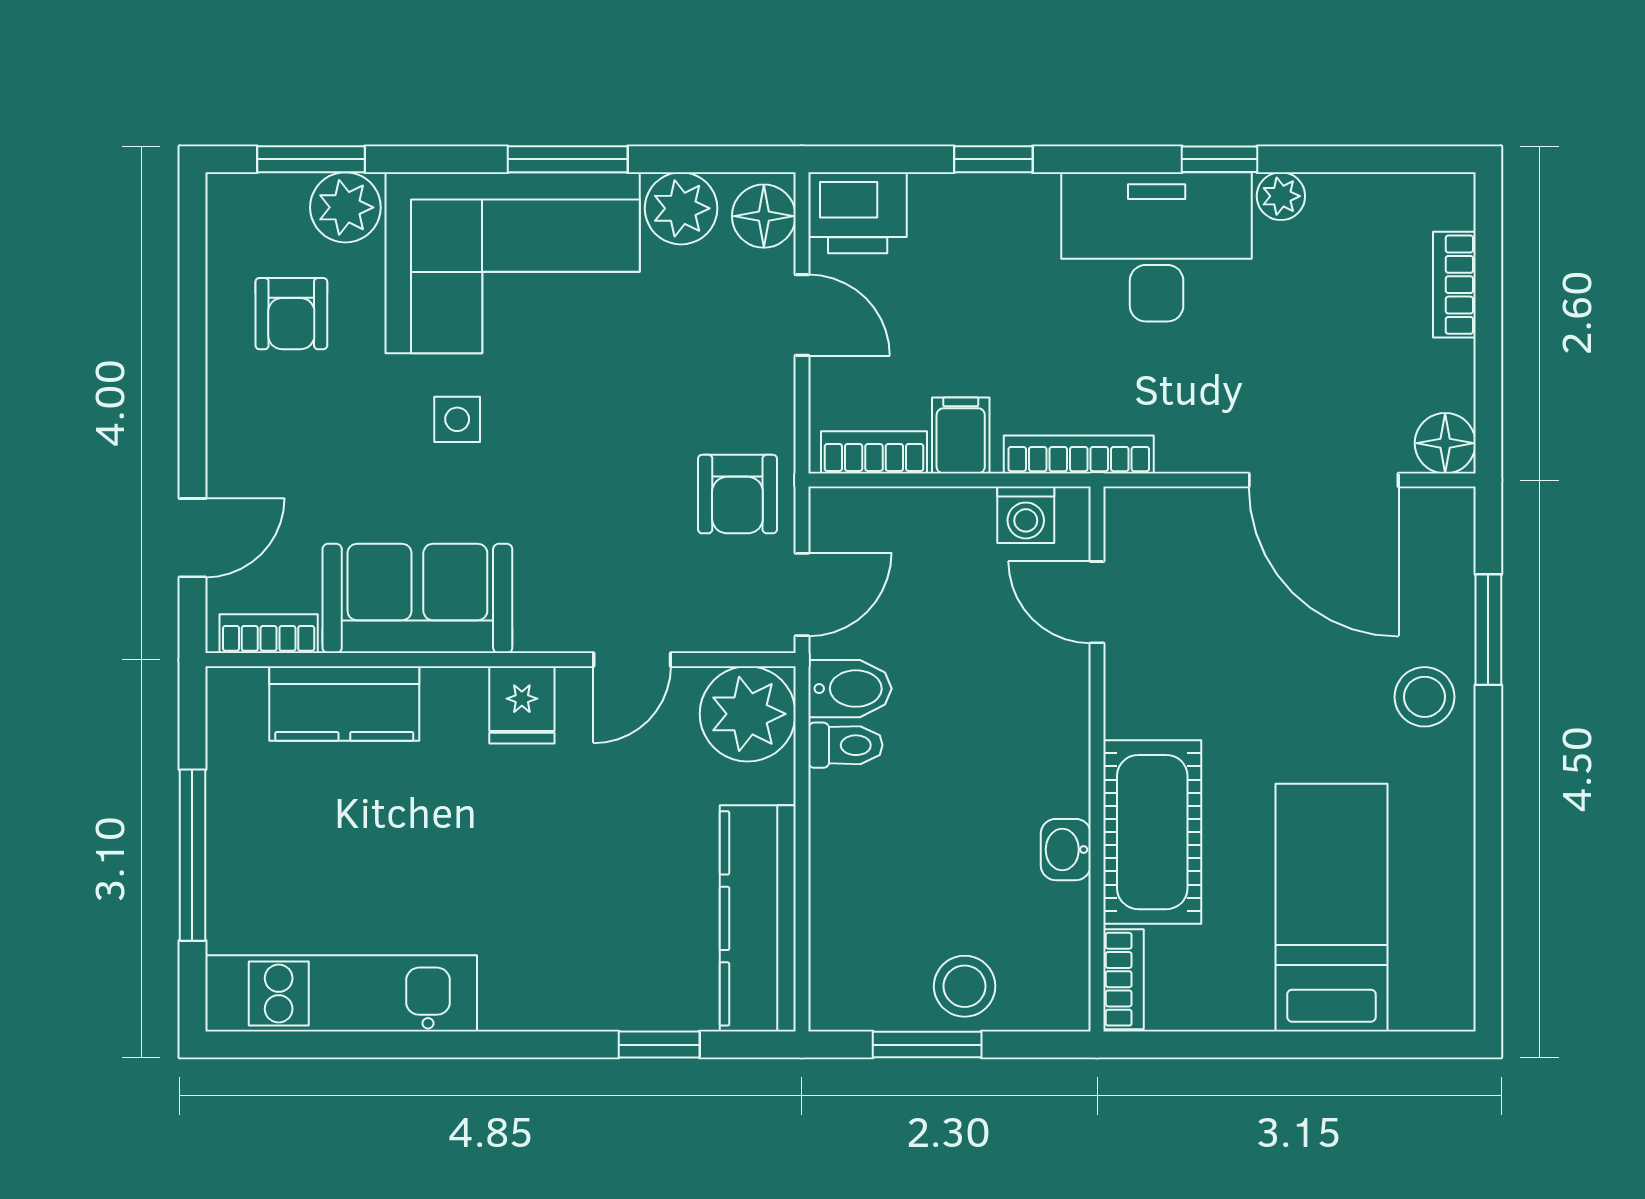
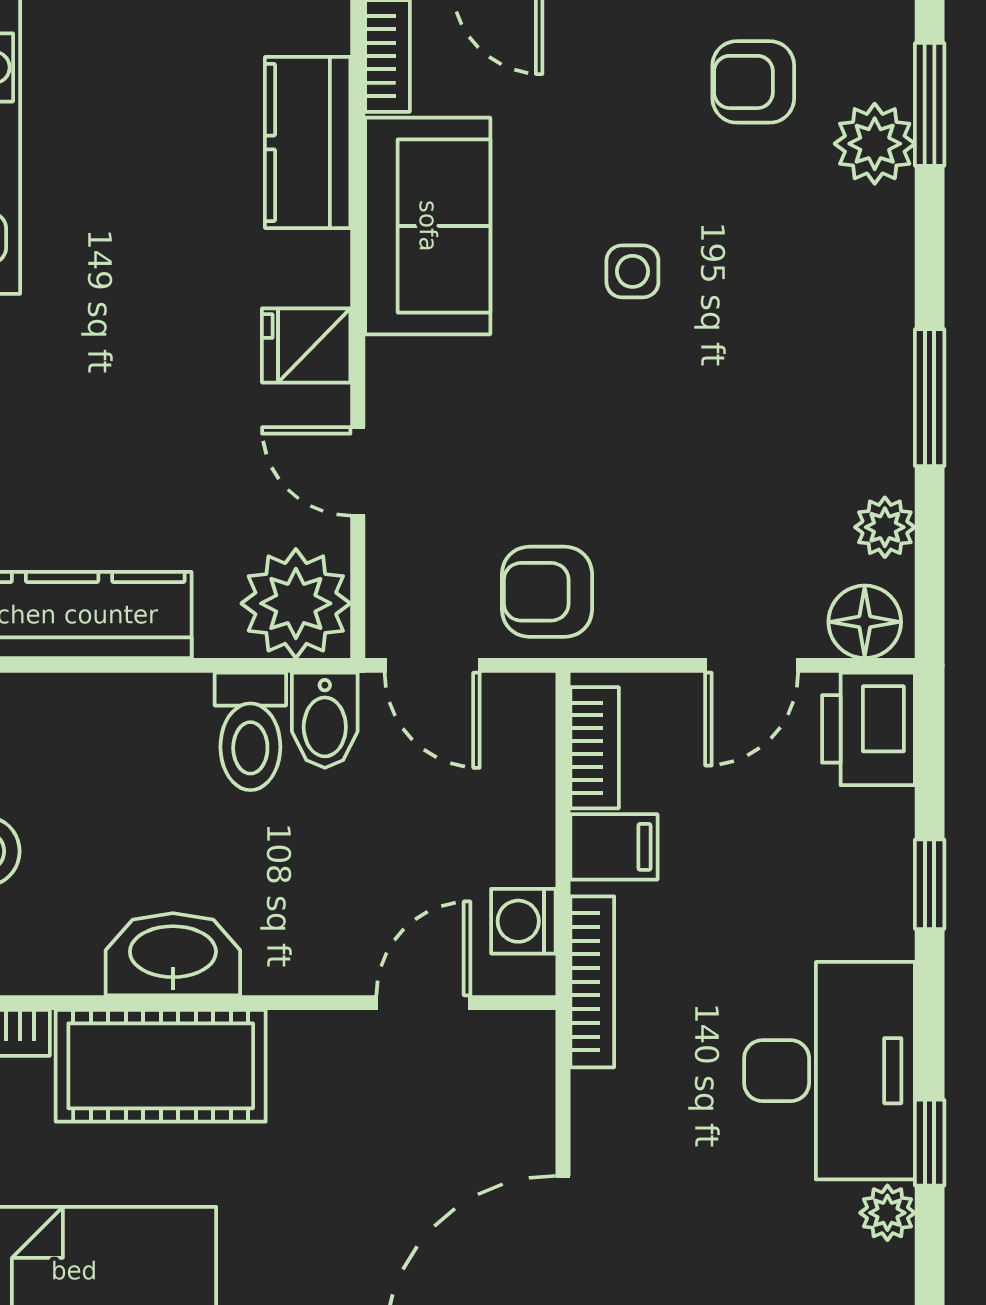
plant: (681, 208) -> (885, 527), width x0.73, depth x0.73
corner sofa: (513, 263) -> (811, 335), removed
toilet: (845, 745) -> (250, 731), width x1.37, depth x1.39
washbasin: (1066, 850) -> (173, 954), width x1.91, depth x1.45

